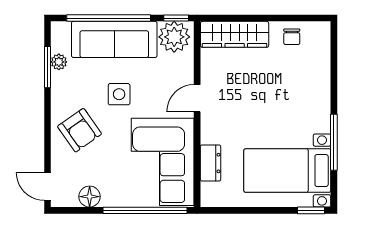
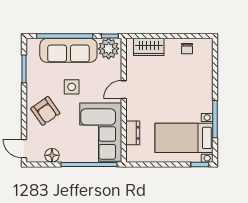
wardrobe: (235, 34) -> (149, 47), width x0.67
plant: (59, 62) -> (31, 65), removed

